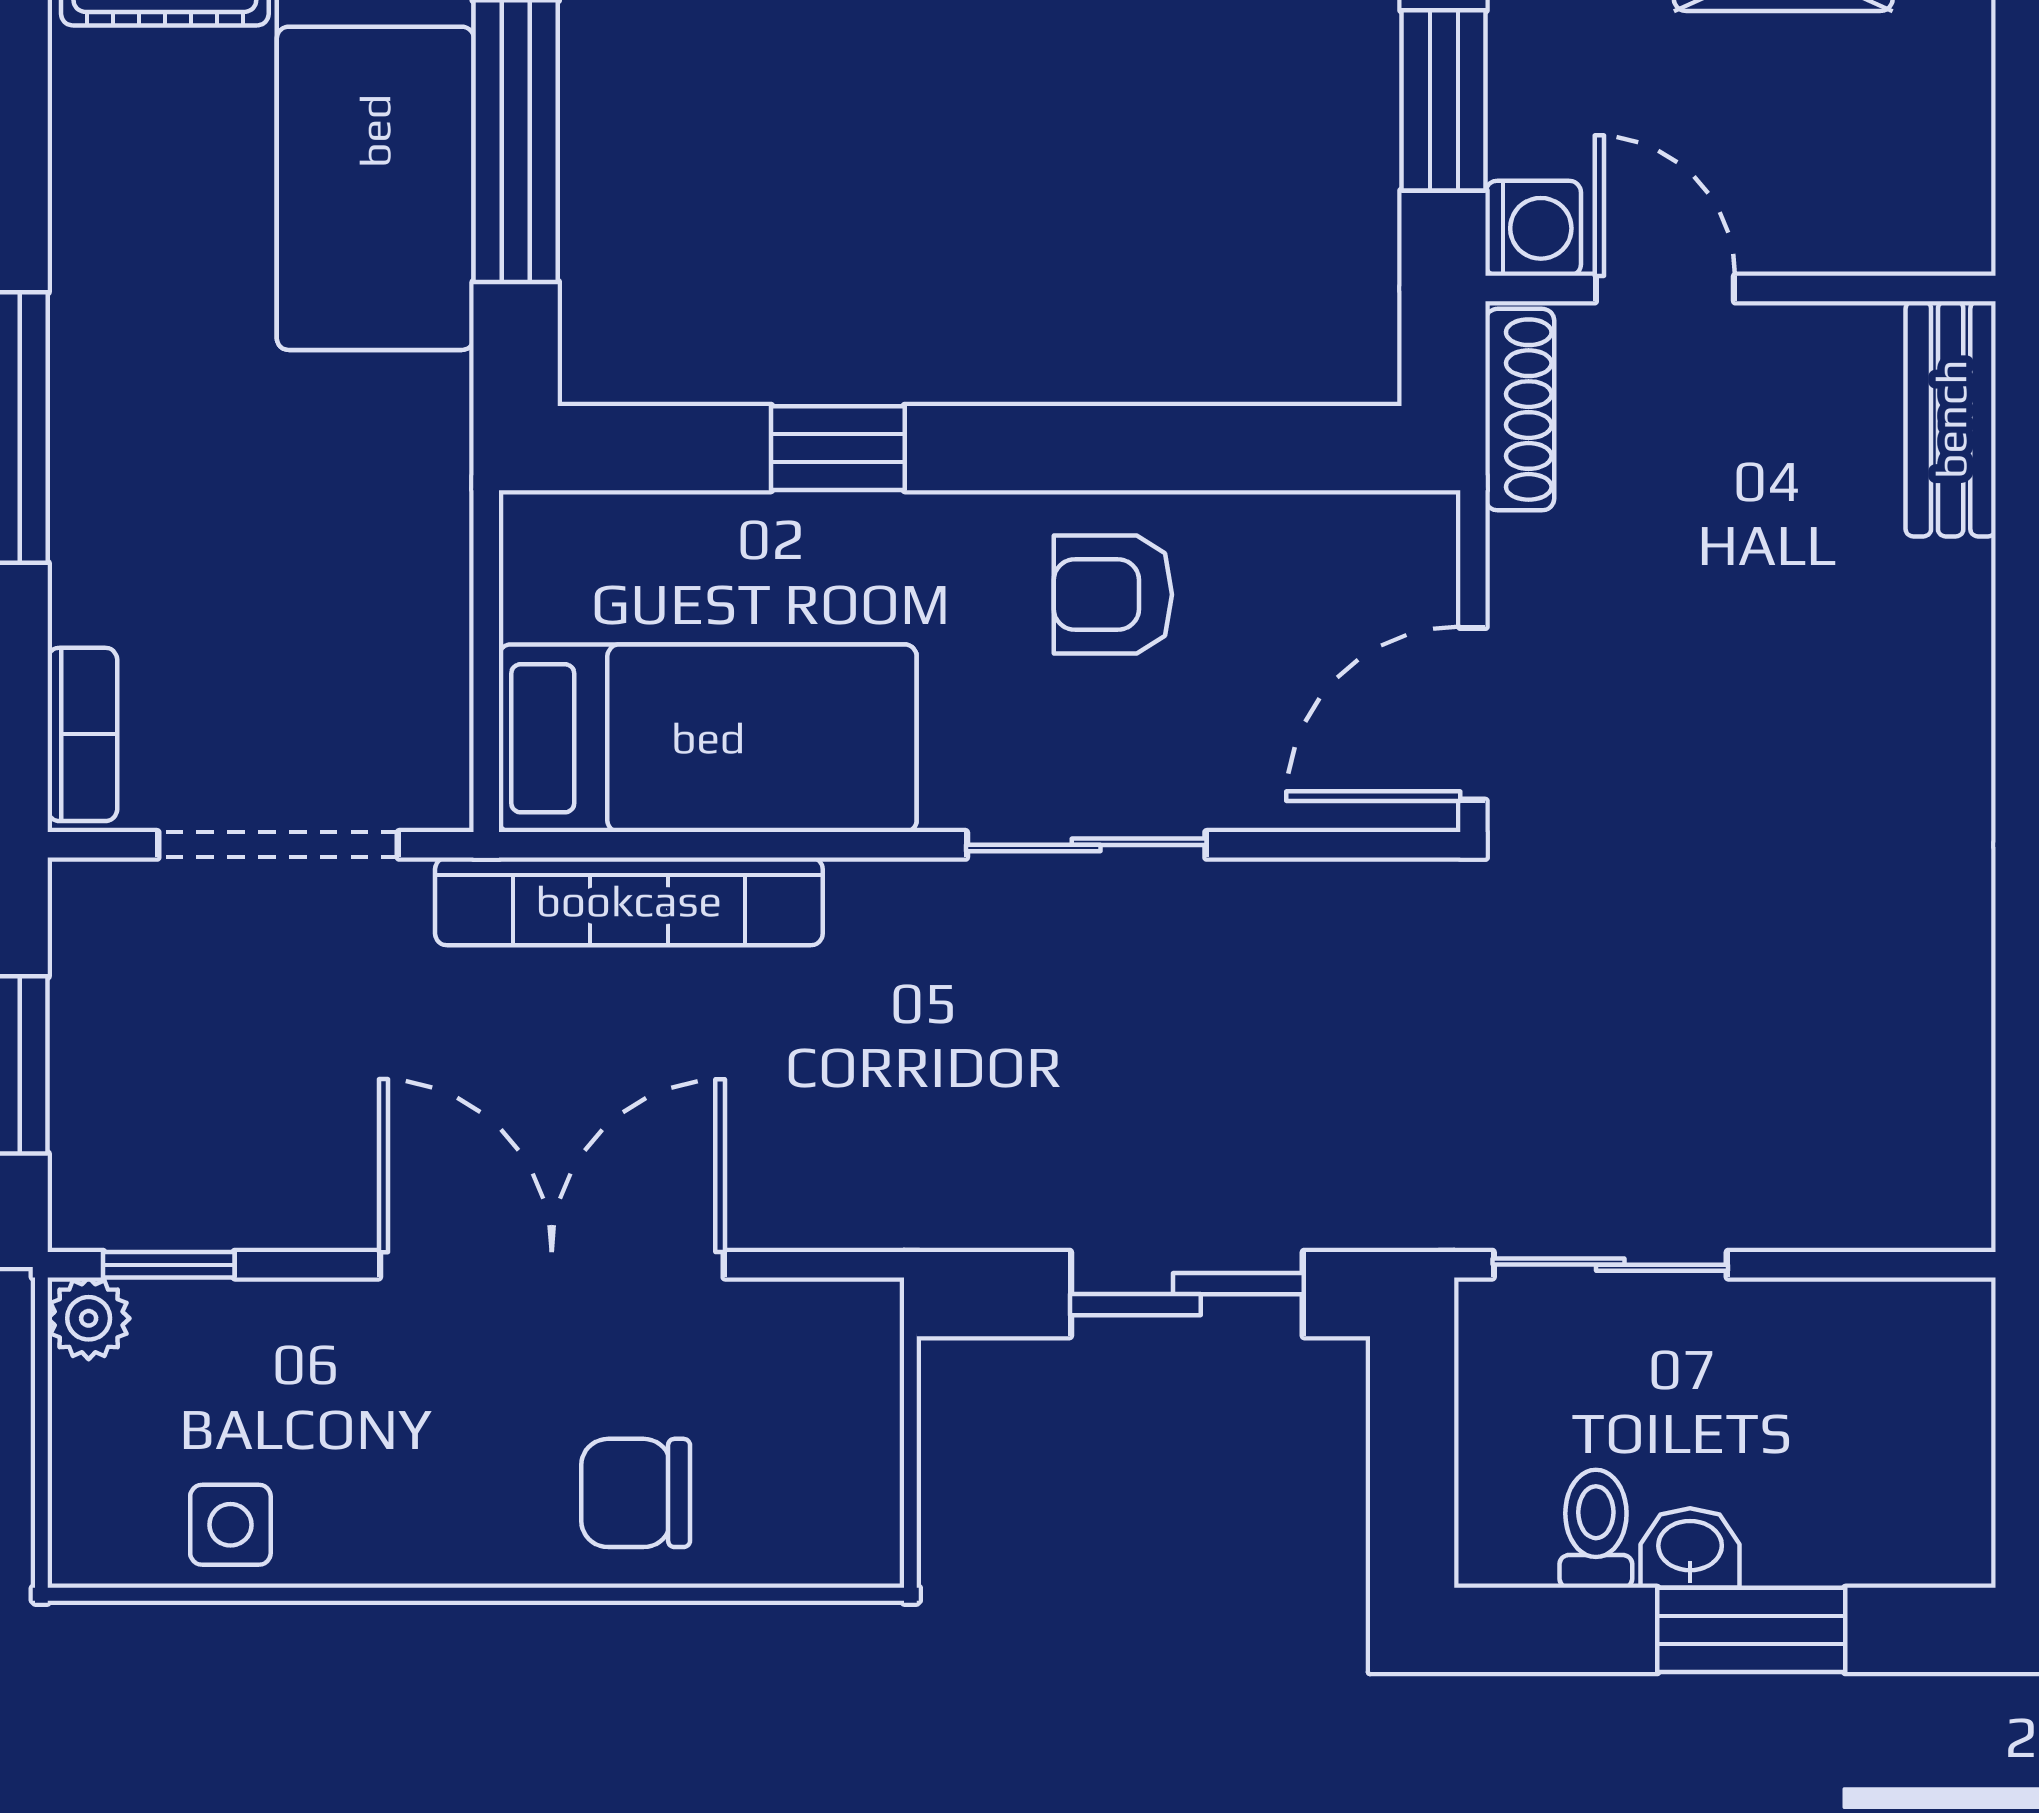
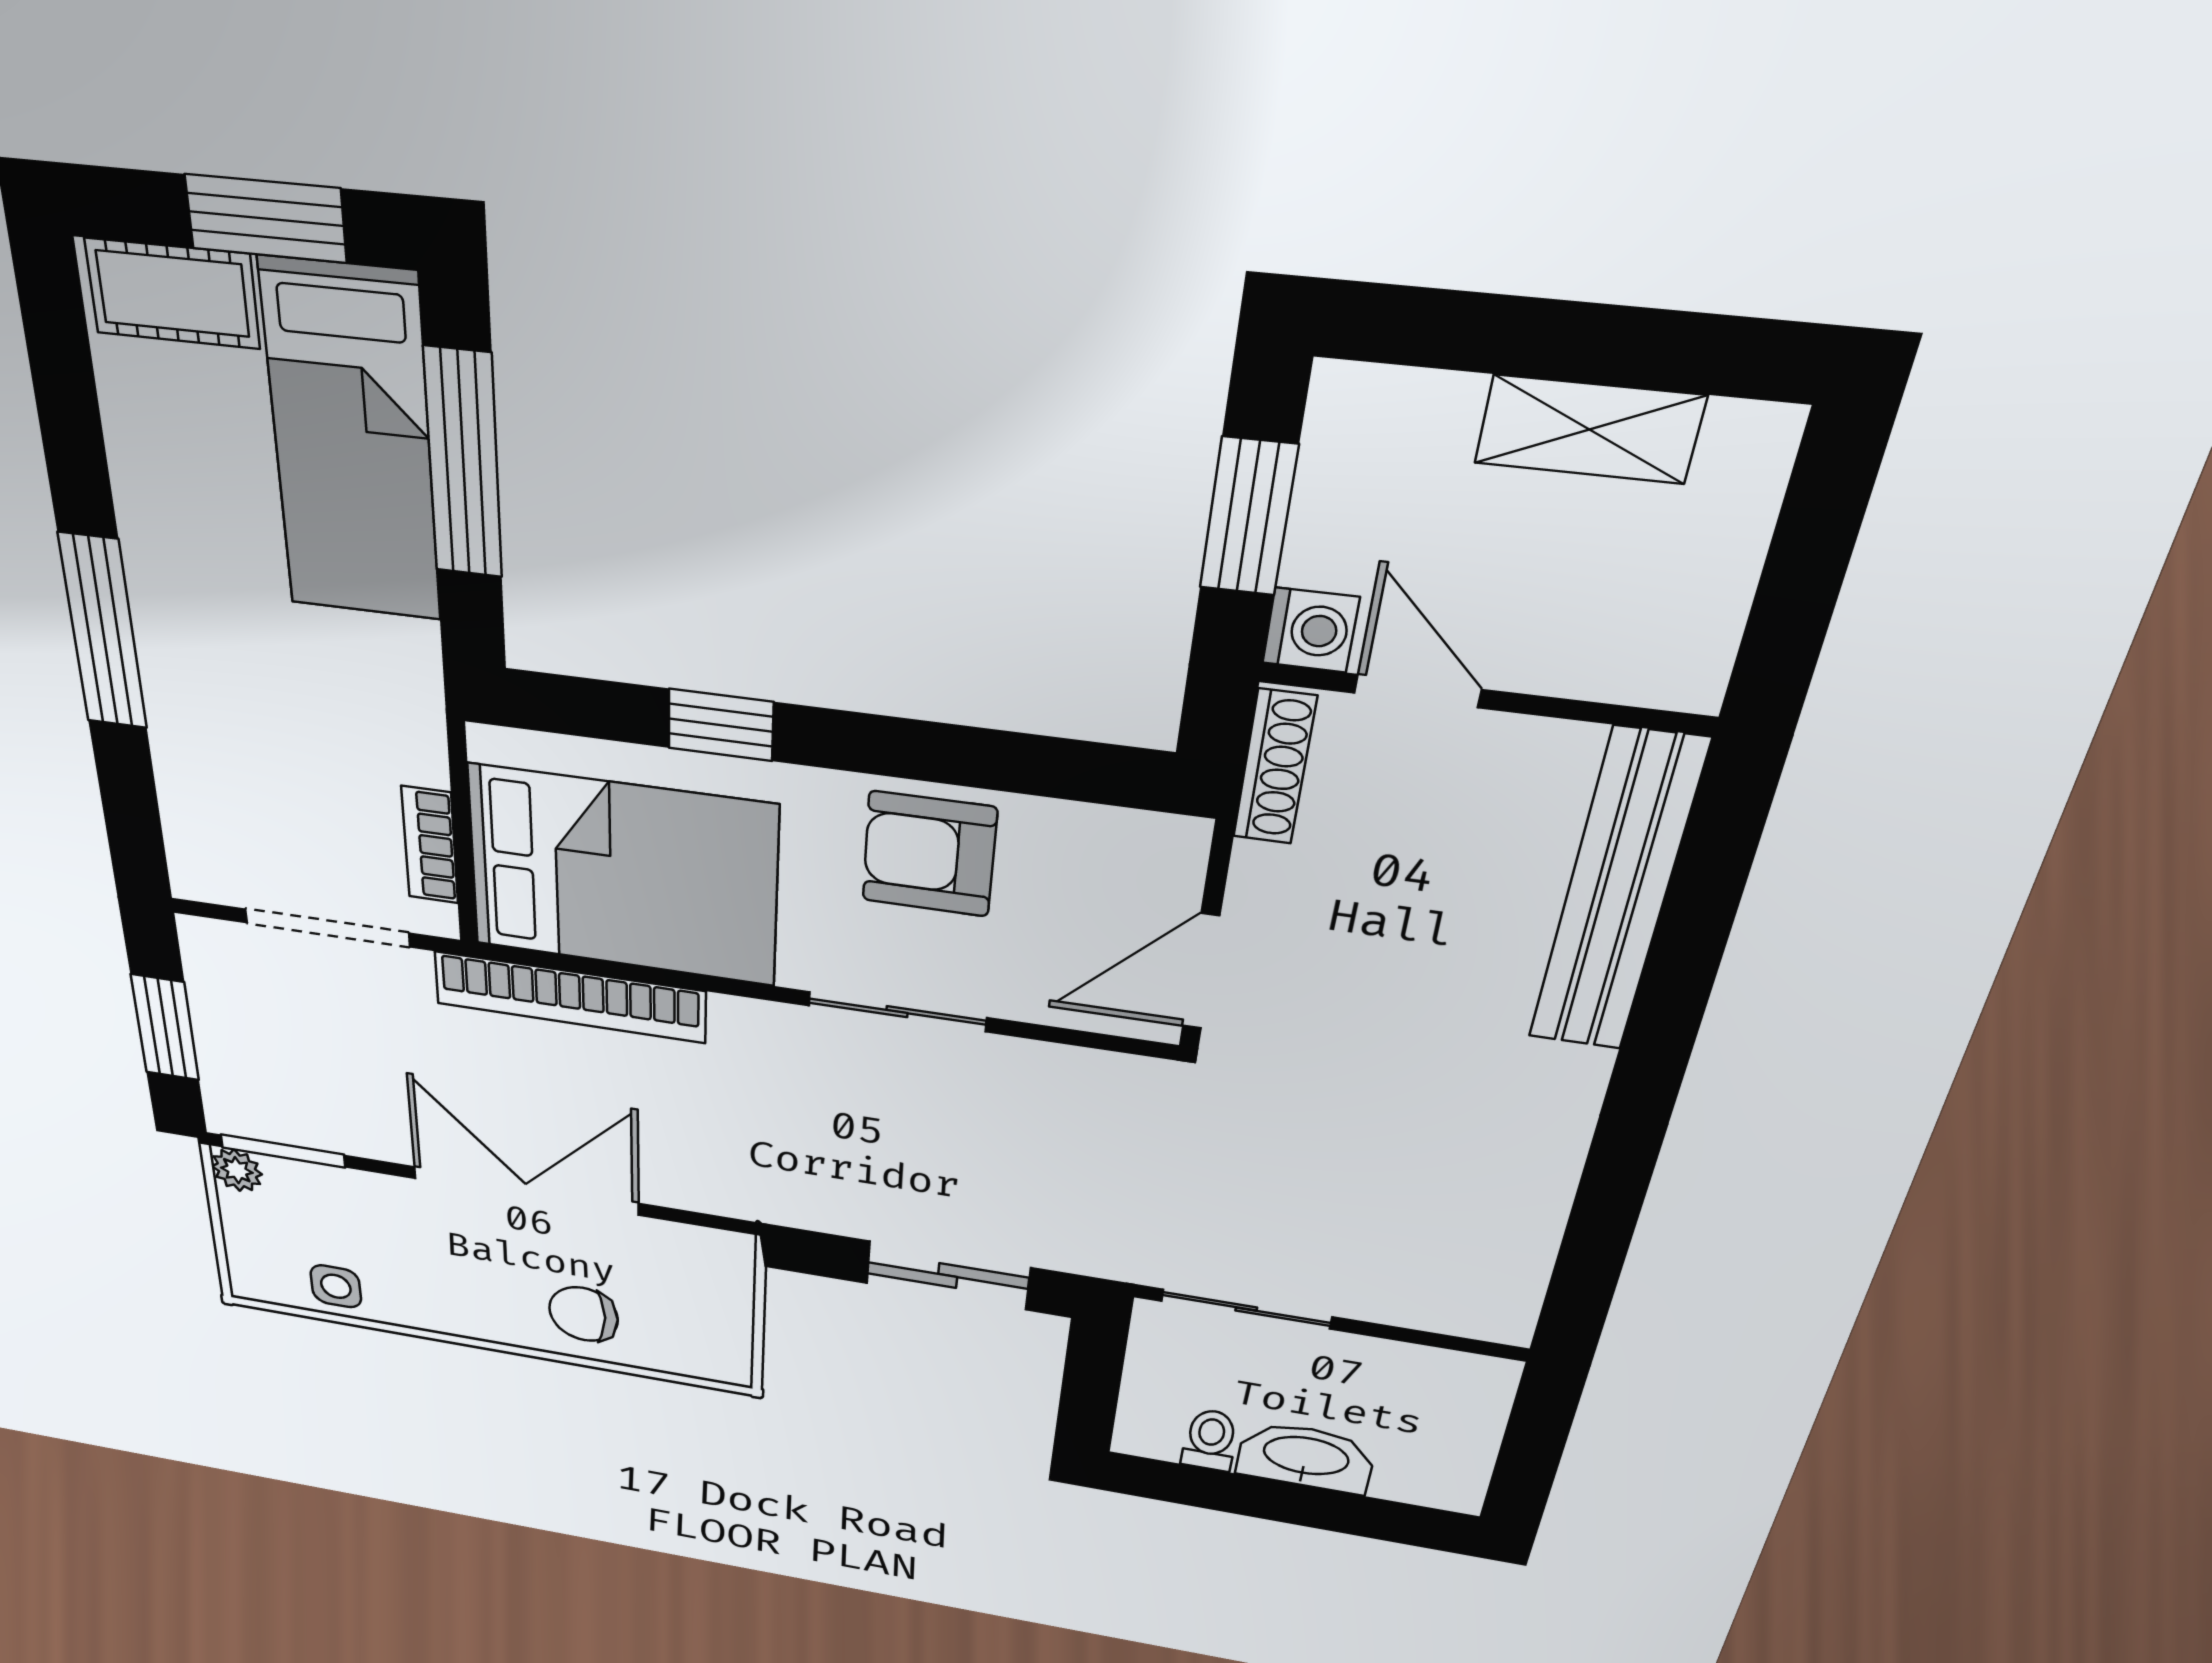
bench: (1951, 419) -> (1617, 893), width x1.86, depth x1.21
armchair: (1113, 595) -> (929, 854), width x1.38, depth x1.38
bookcase: (82, 734) -> (430, 845), moved, turned 180
bed: (708, 738) -> (623, 876), width x1.50
window: (169, 1265) -> (283, 1151), width x1.50
washbasin: (1690, 1548) -> (1306, 1457), width x1.91, depth x1.45
window: (1751, 1630) -> (1306, 1506), removed

